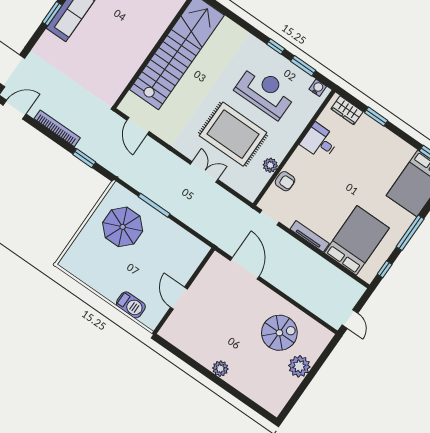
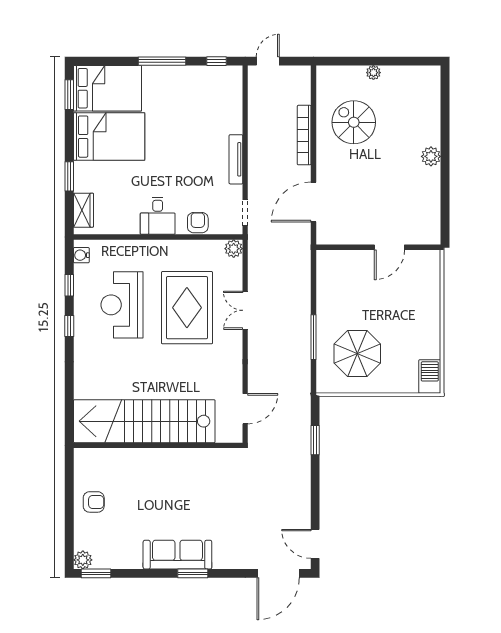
window: (303, 66) -> (69, 285), width x0.67
bookcase: (57, 128) -> (304, 135), moved
desk: (320, 142) -> (158, 216), moved
plant: (270, 165) -> (234, 249), moved
bed: (357, 240) -> (109, 137), moved, turned 180
barbecue: (131, 305) -> (430, 376), moved
door: (350, 319) -> (268, 61), moved
plant: (299, 366) -> (373, 73), width x0.53, depth x0.53

